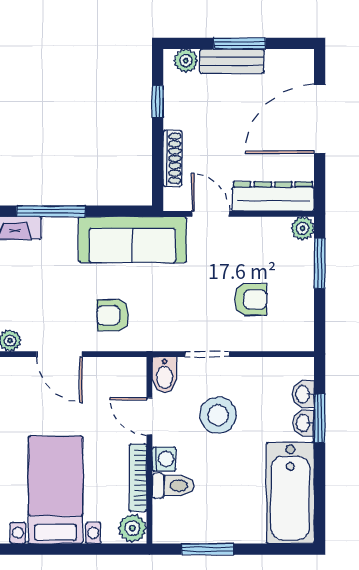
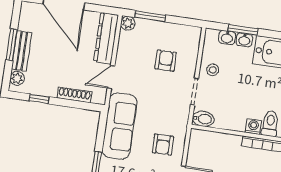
stool: (218, 415) -> (213, 70), moved, width x0.53, depth x0.53
door: (149, 416) -> (226, 132), removed

